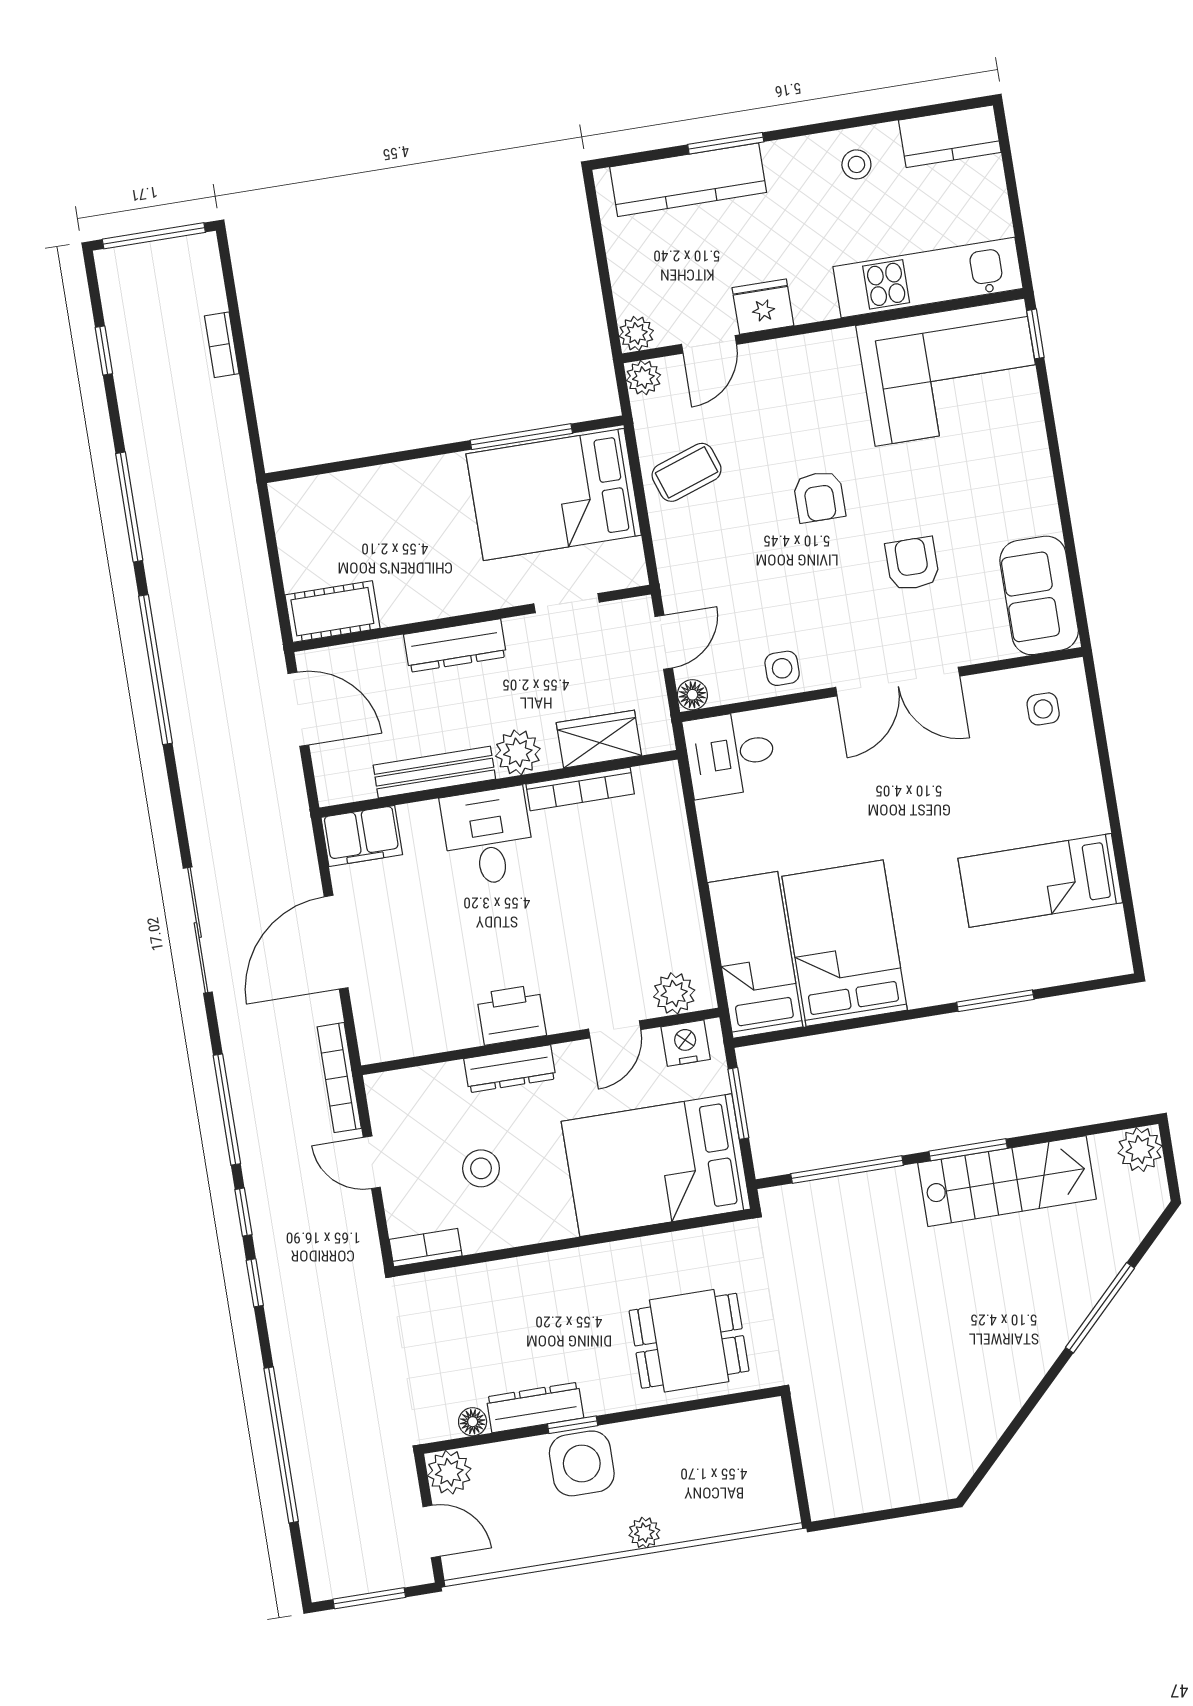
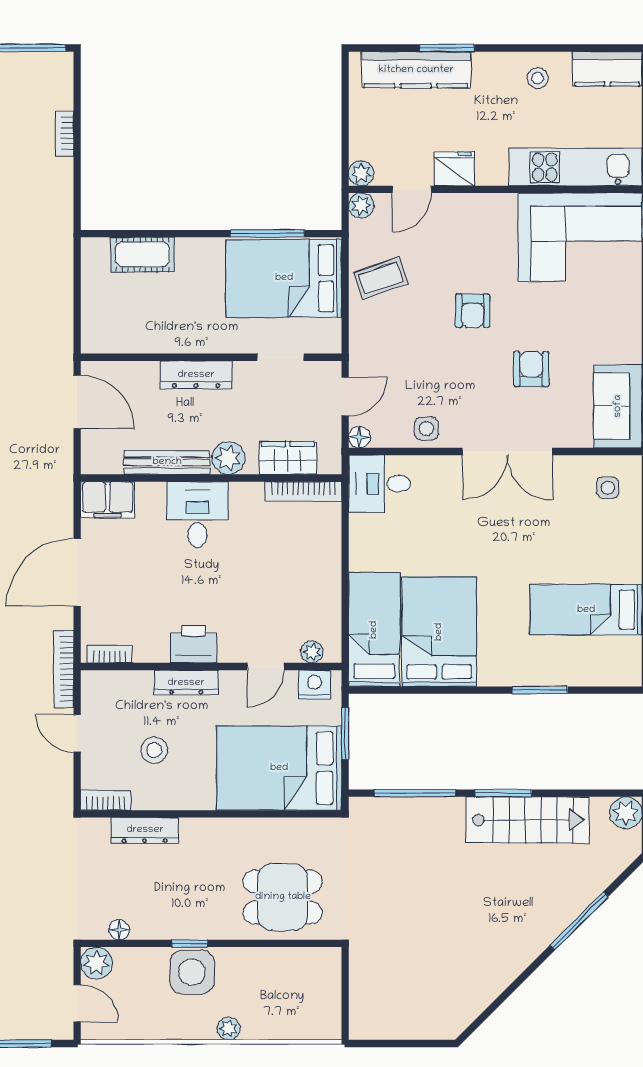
cot: (332, 612) -> (142, 254), moved
bookcase: (580, 789) -> (303, 491), moved
plant: (674, 993) -> (312, 652), width x0.73, depth x0.73
bookcase: (399, 1047) -> (110, 654), added
dresser: (535, 1407) -> (145, 830), moved, turned 180

